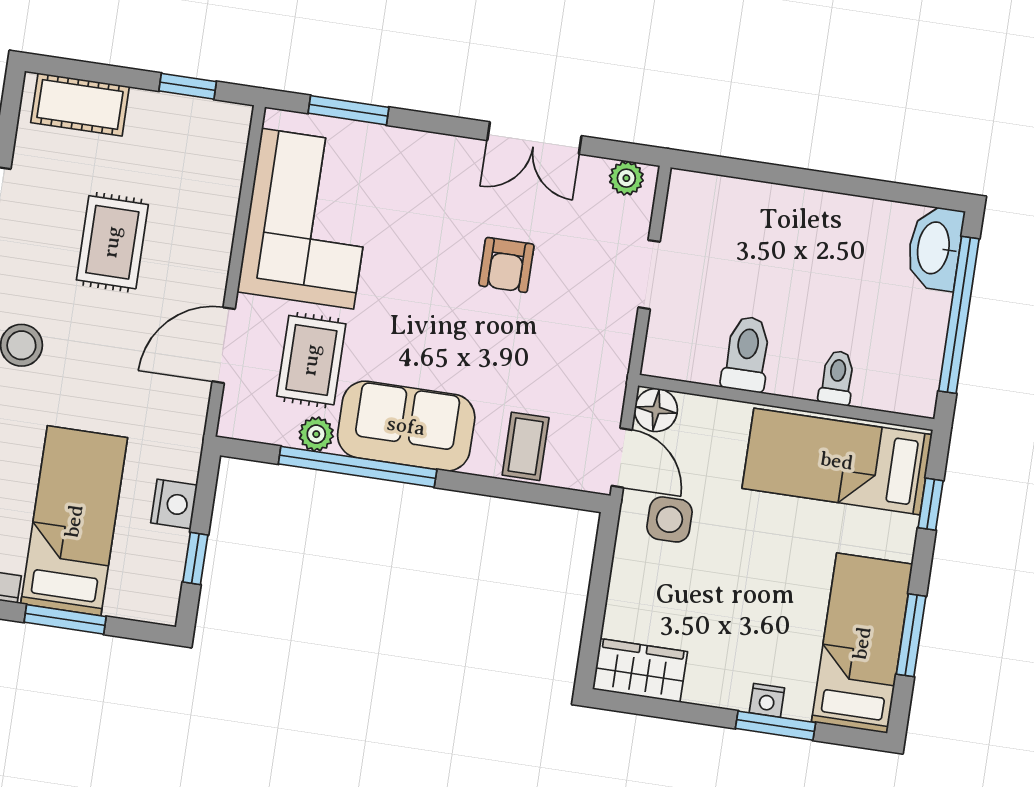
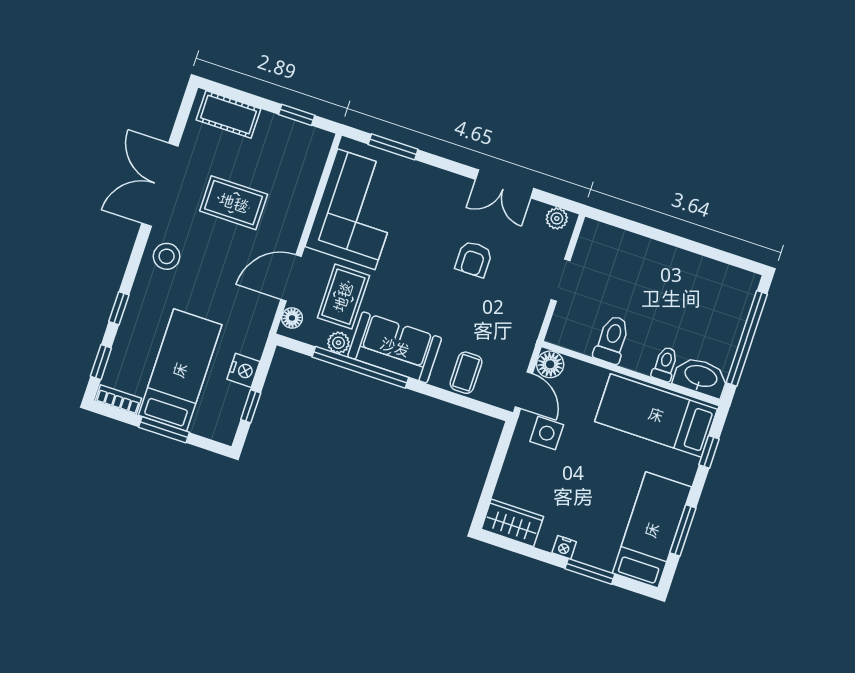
rug: (112, 242) -> (234, 203), turned 90
washbasin: (935, 248) -> (701, 377), moved, turned 90
floor lamp: (236, 408) -> (292, 318), added
nightstand: (767, 700) -> (564, 547), moved

